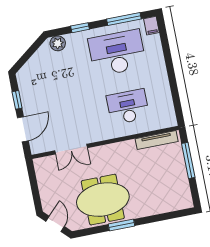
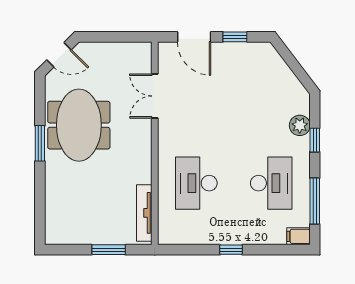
plant: (58, 43) -> (300, 125), moved
desk: (117, 53) -> (271, 183), width x0.73, depth x0.77
window: (171, 72) -> (231, 250), added
desk: (128, 107) -> (196, 183), turned 180
window: (188, 160) -> (109, 250), width x0.69

